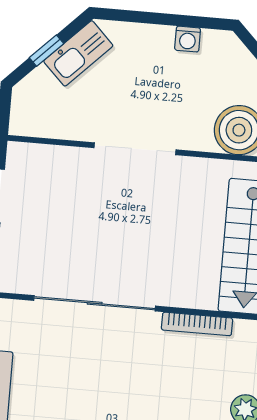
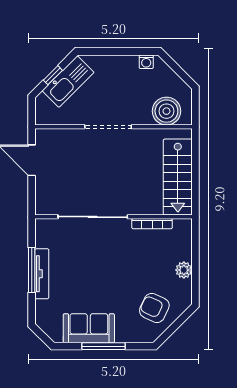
washing machine: (188, 39) -> (146, 62), moved
kitchen sink: (78, 53) -> (68, 82), width x1.36, depth x1.24

